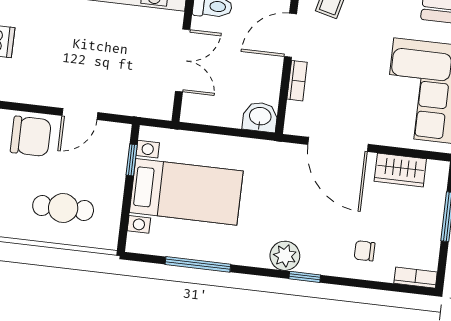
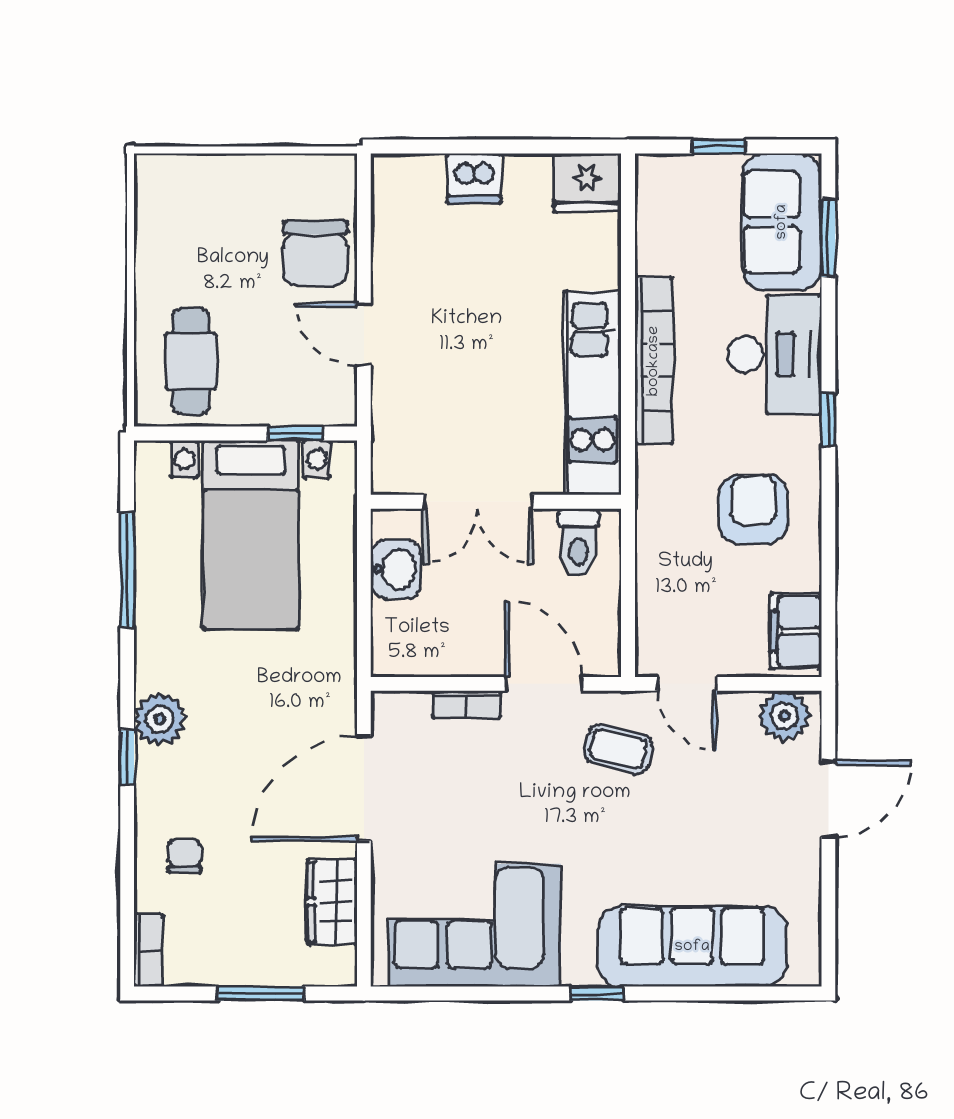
washbasin: (260, 117) -> (396, 569), moved
cafe table: (63, 208) -> (191, 361), moved

